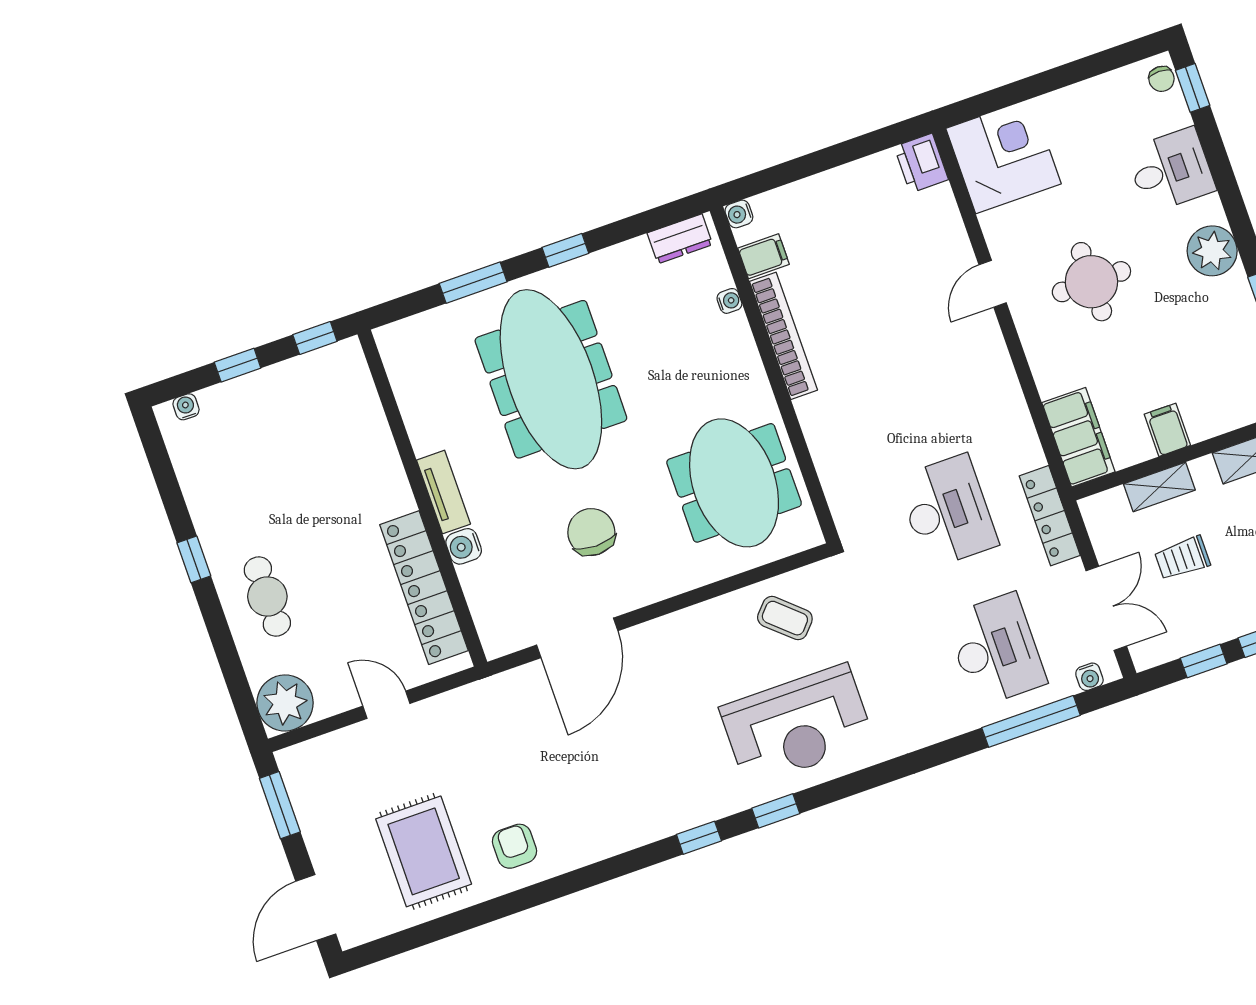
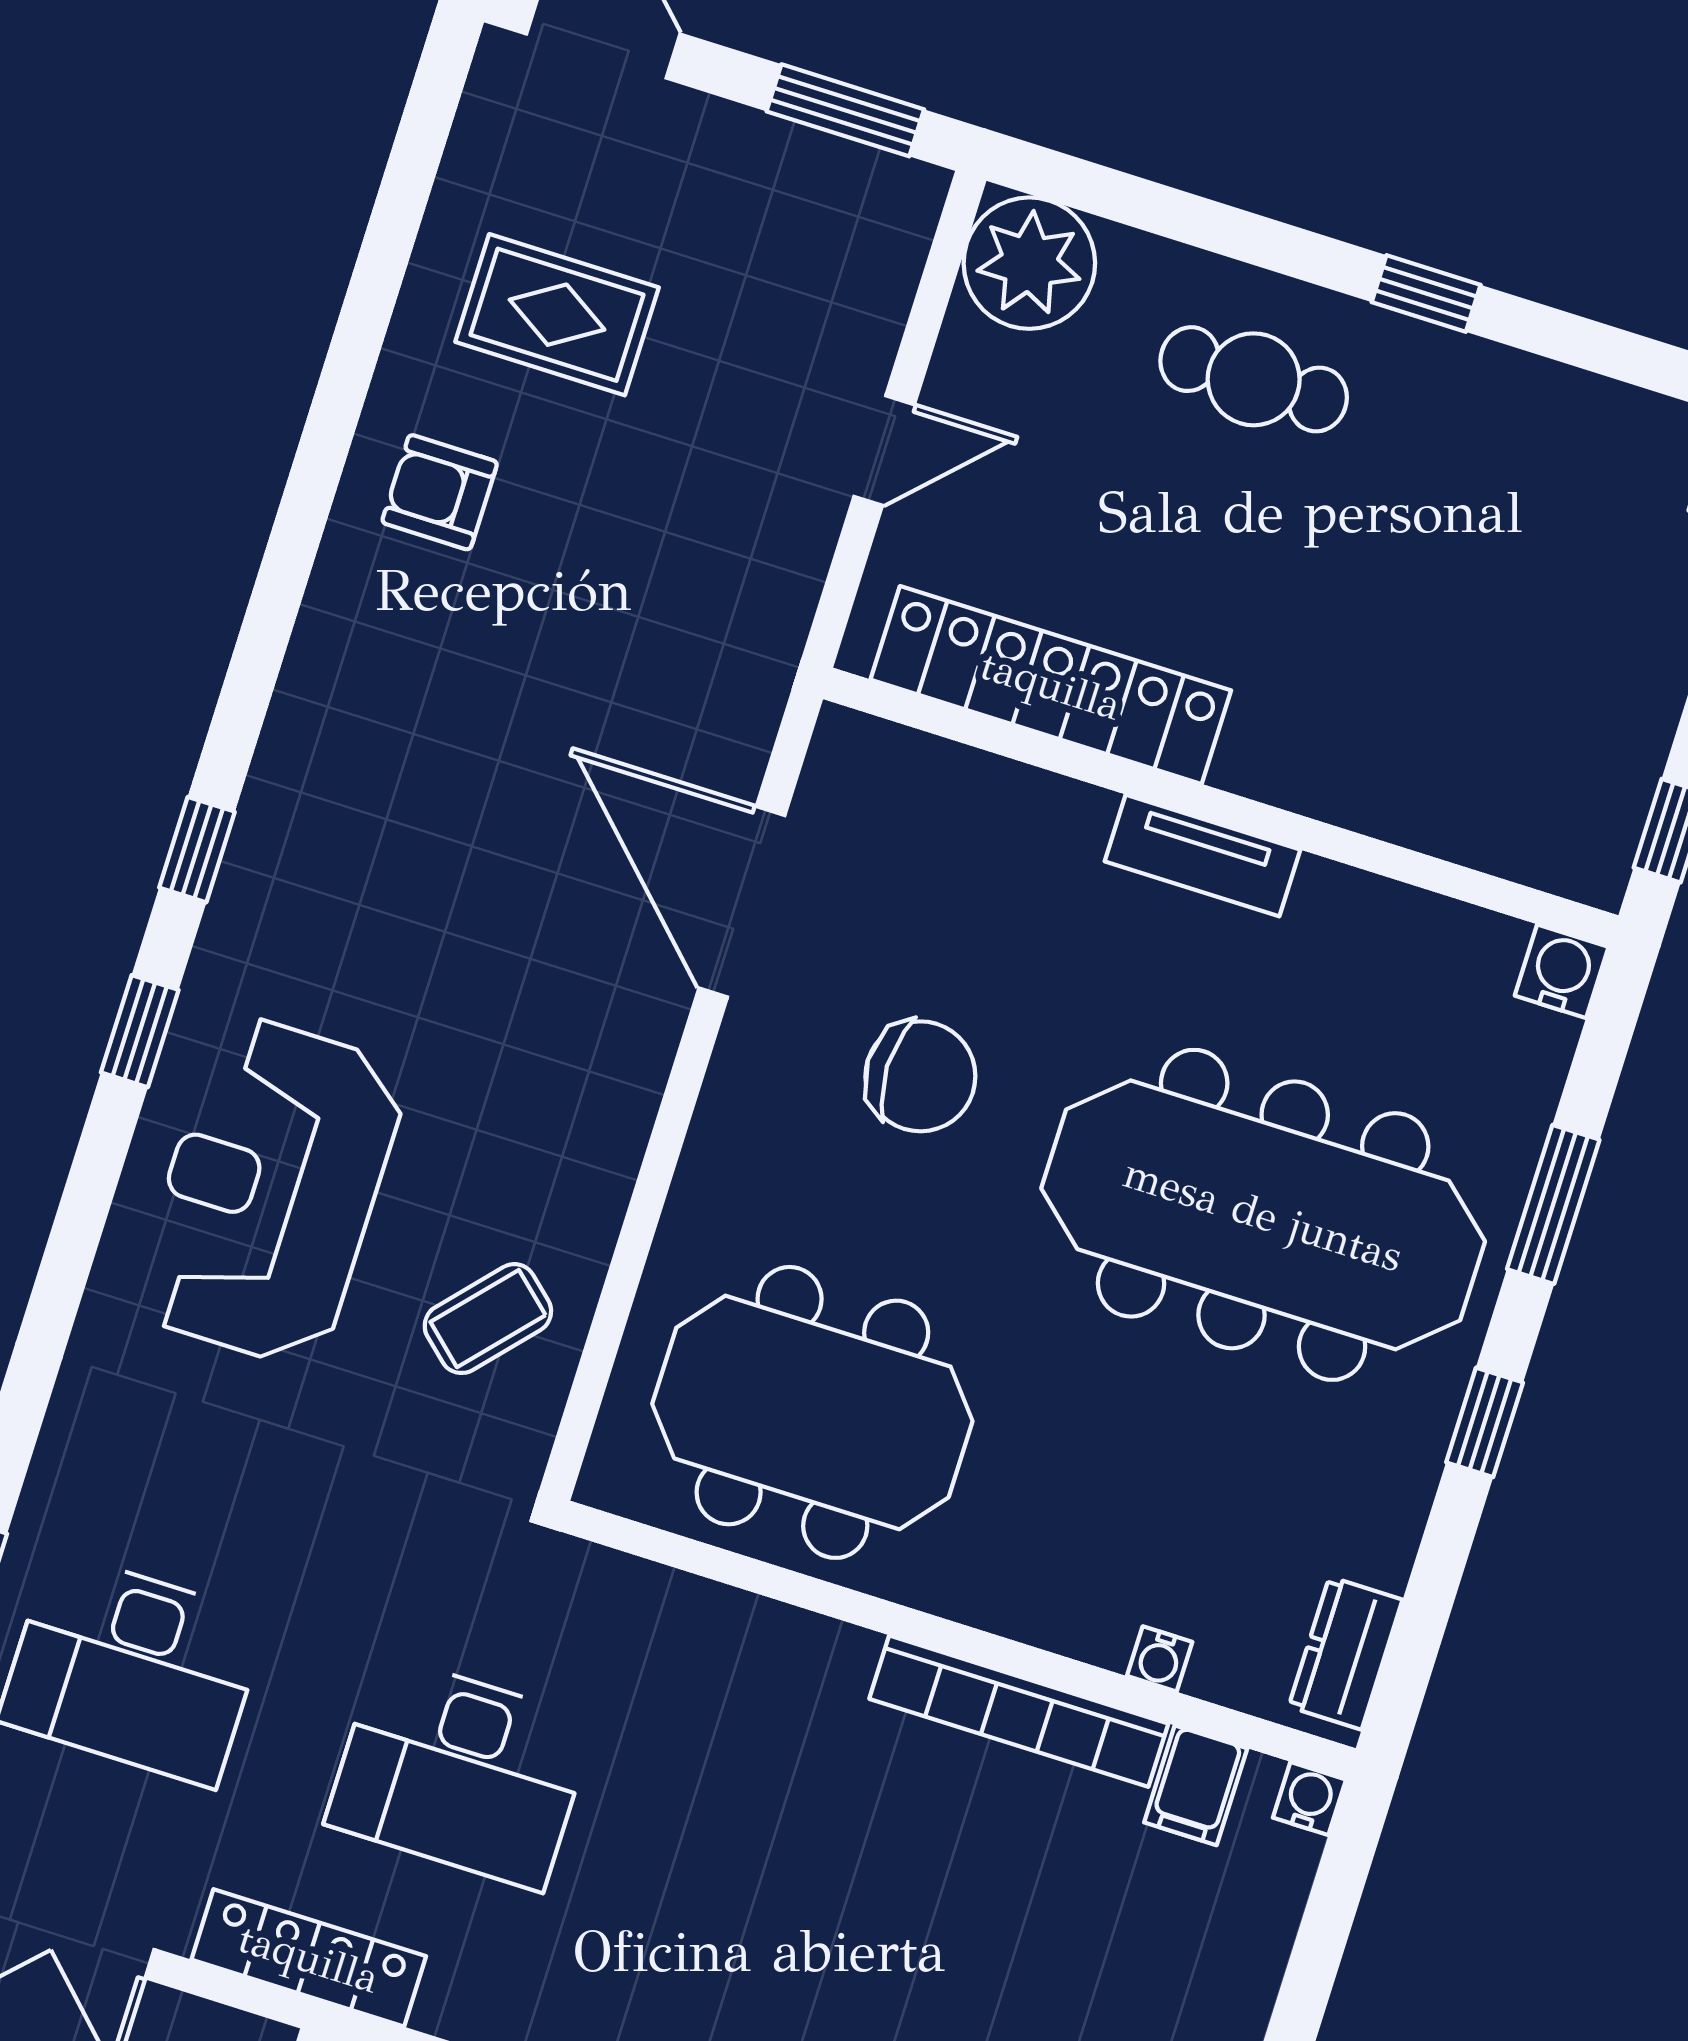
water cooler: (464, 546) -> (1562, 971), moved
armchair: (514, 846) -> (440, 492), turned 180
rug: (424, 851) -> (557, 315), width x0.73, depth x0.70

